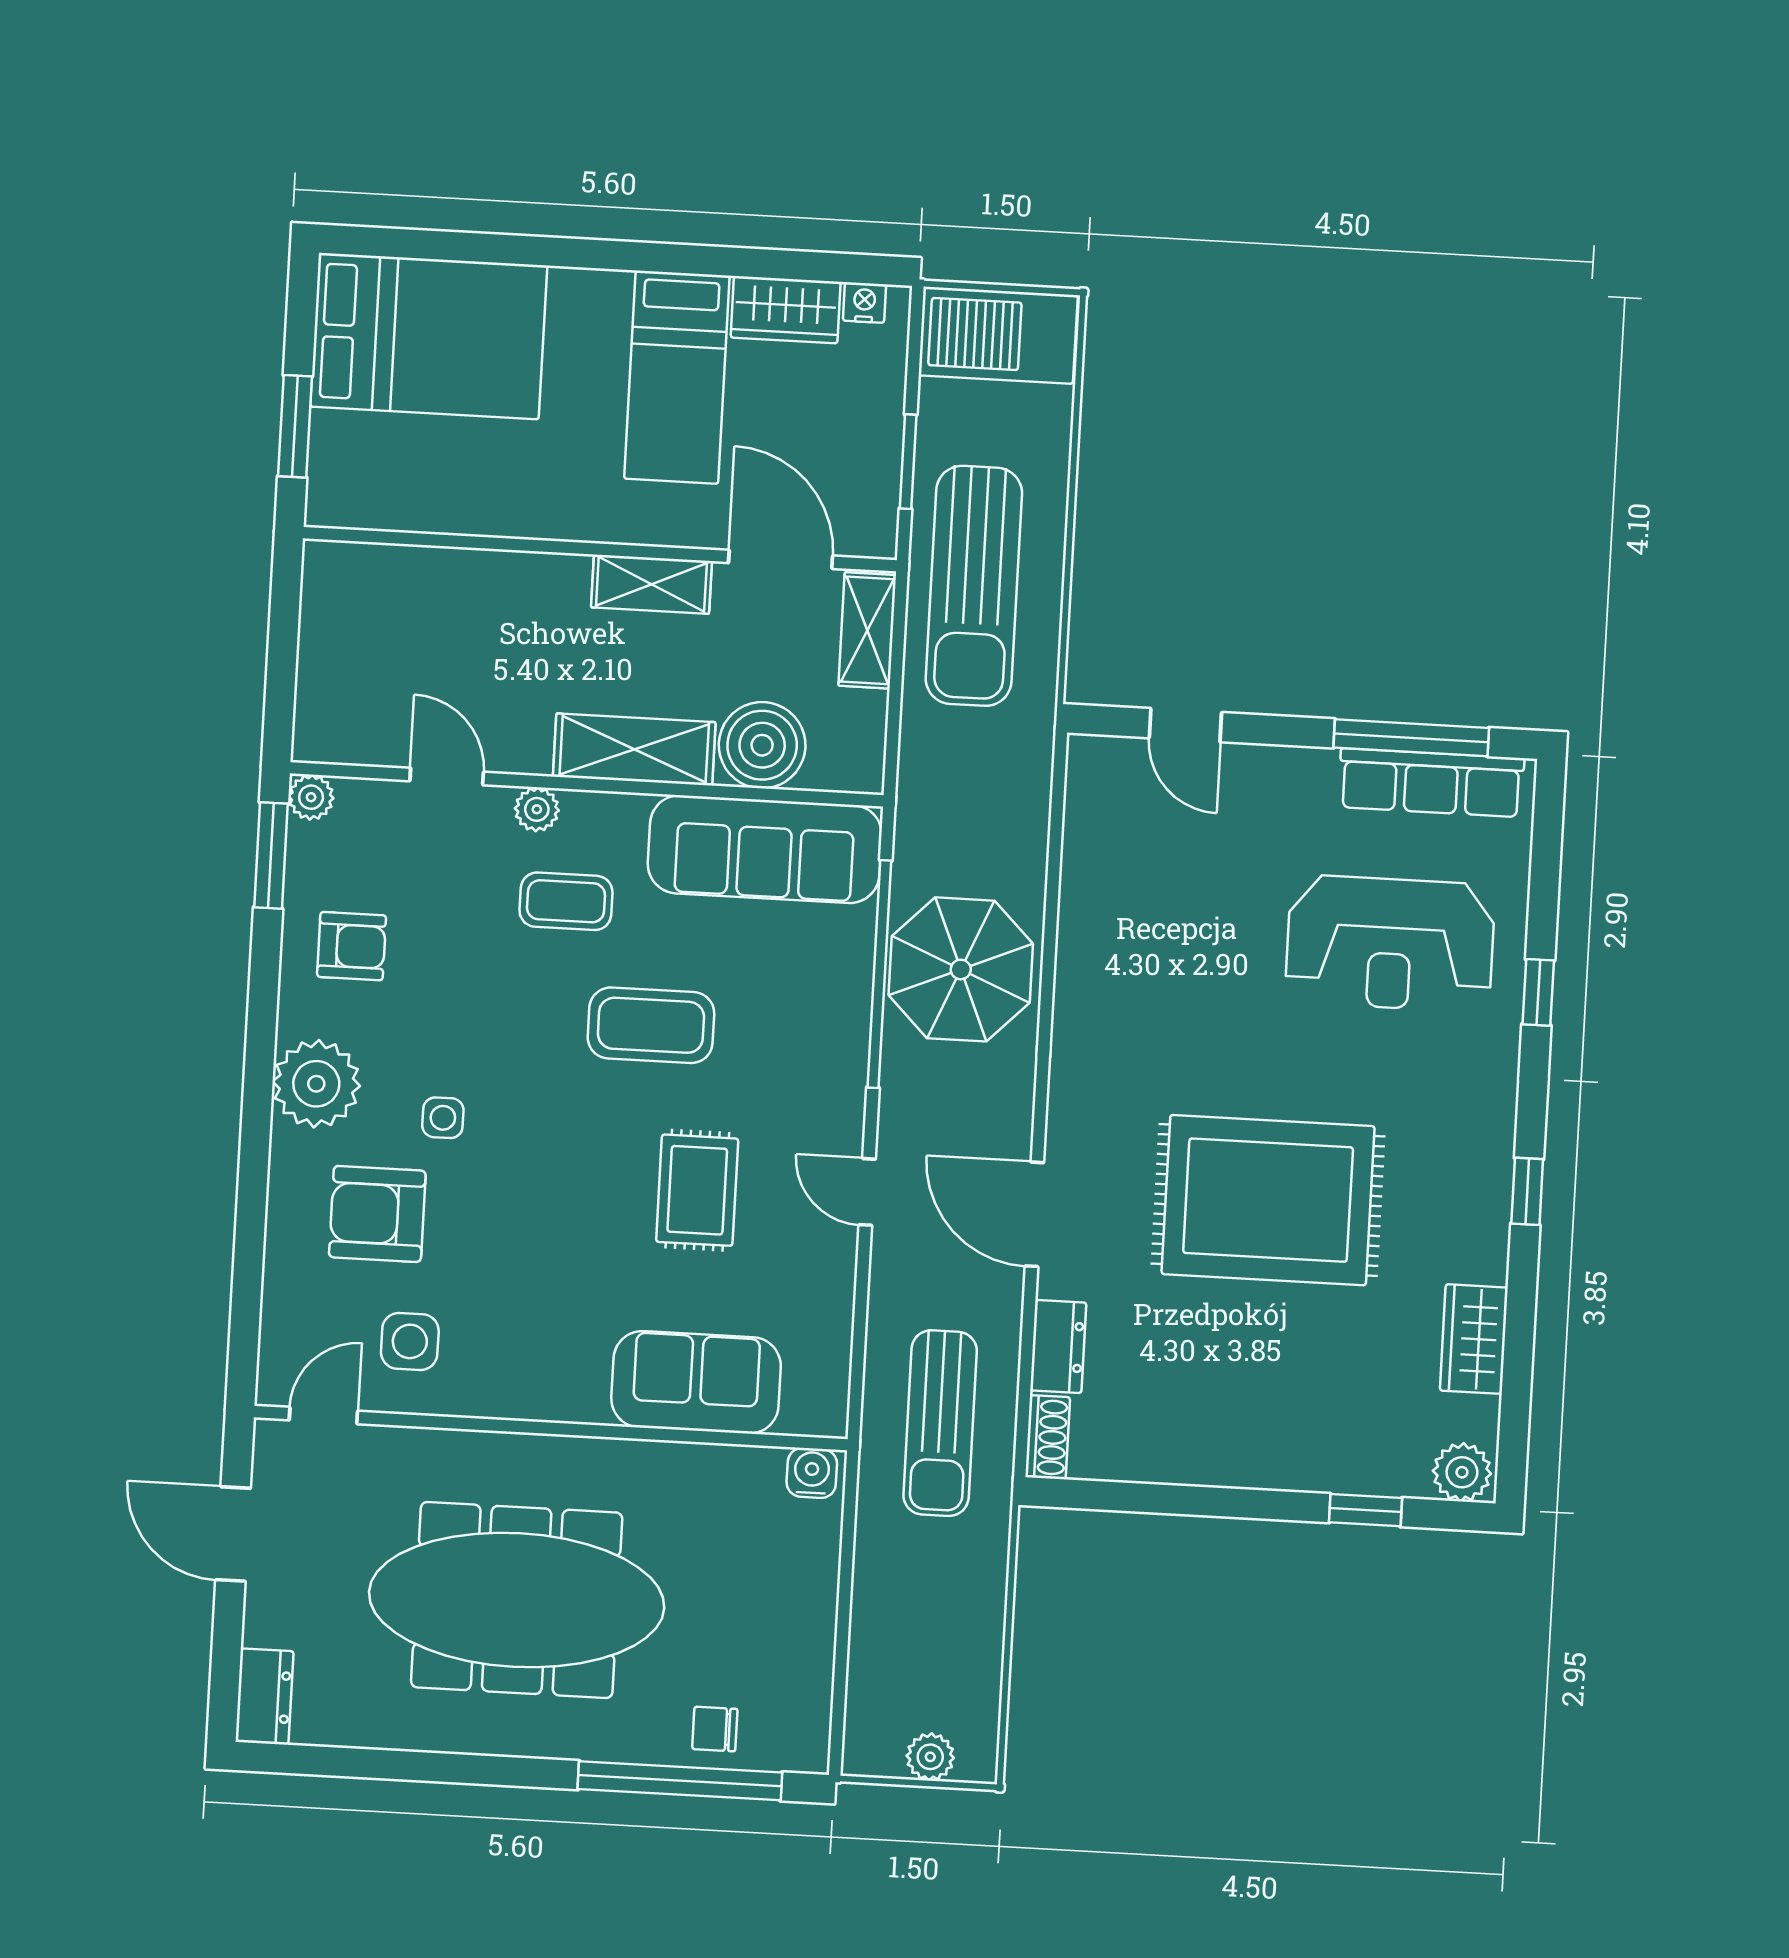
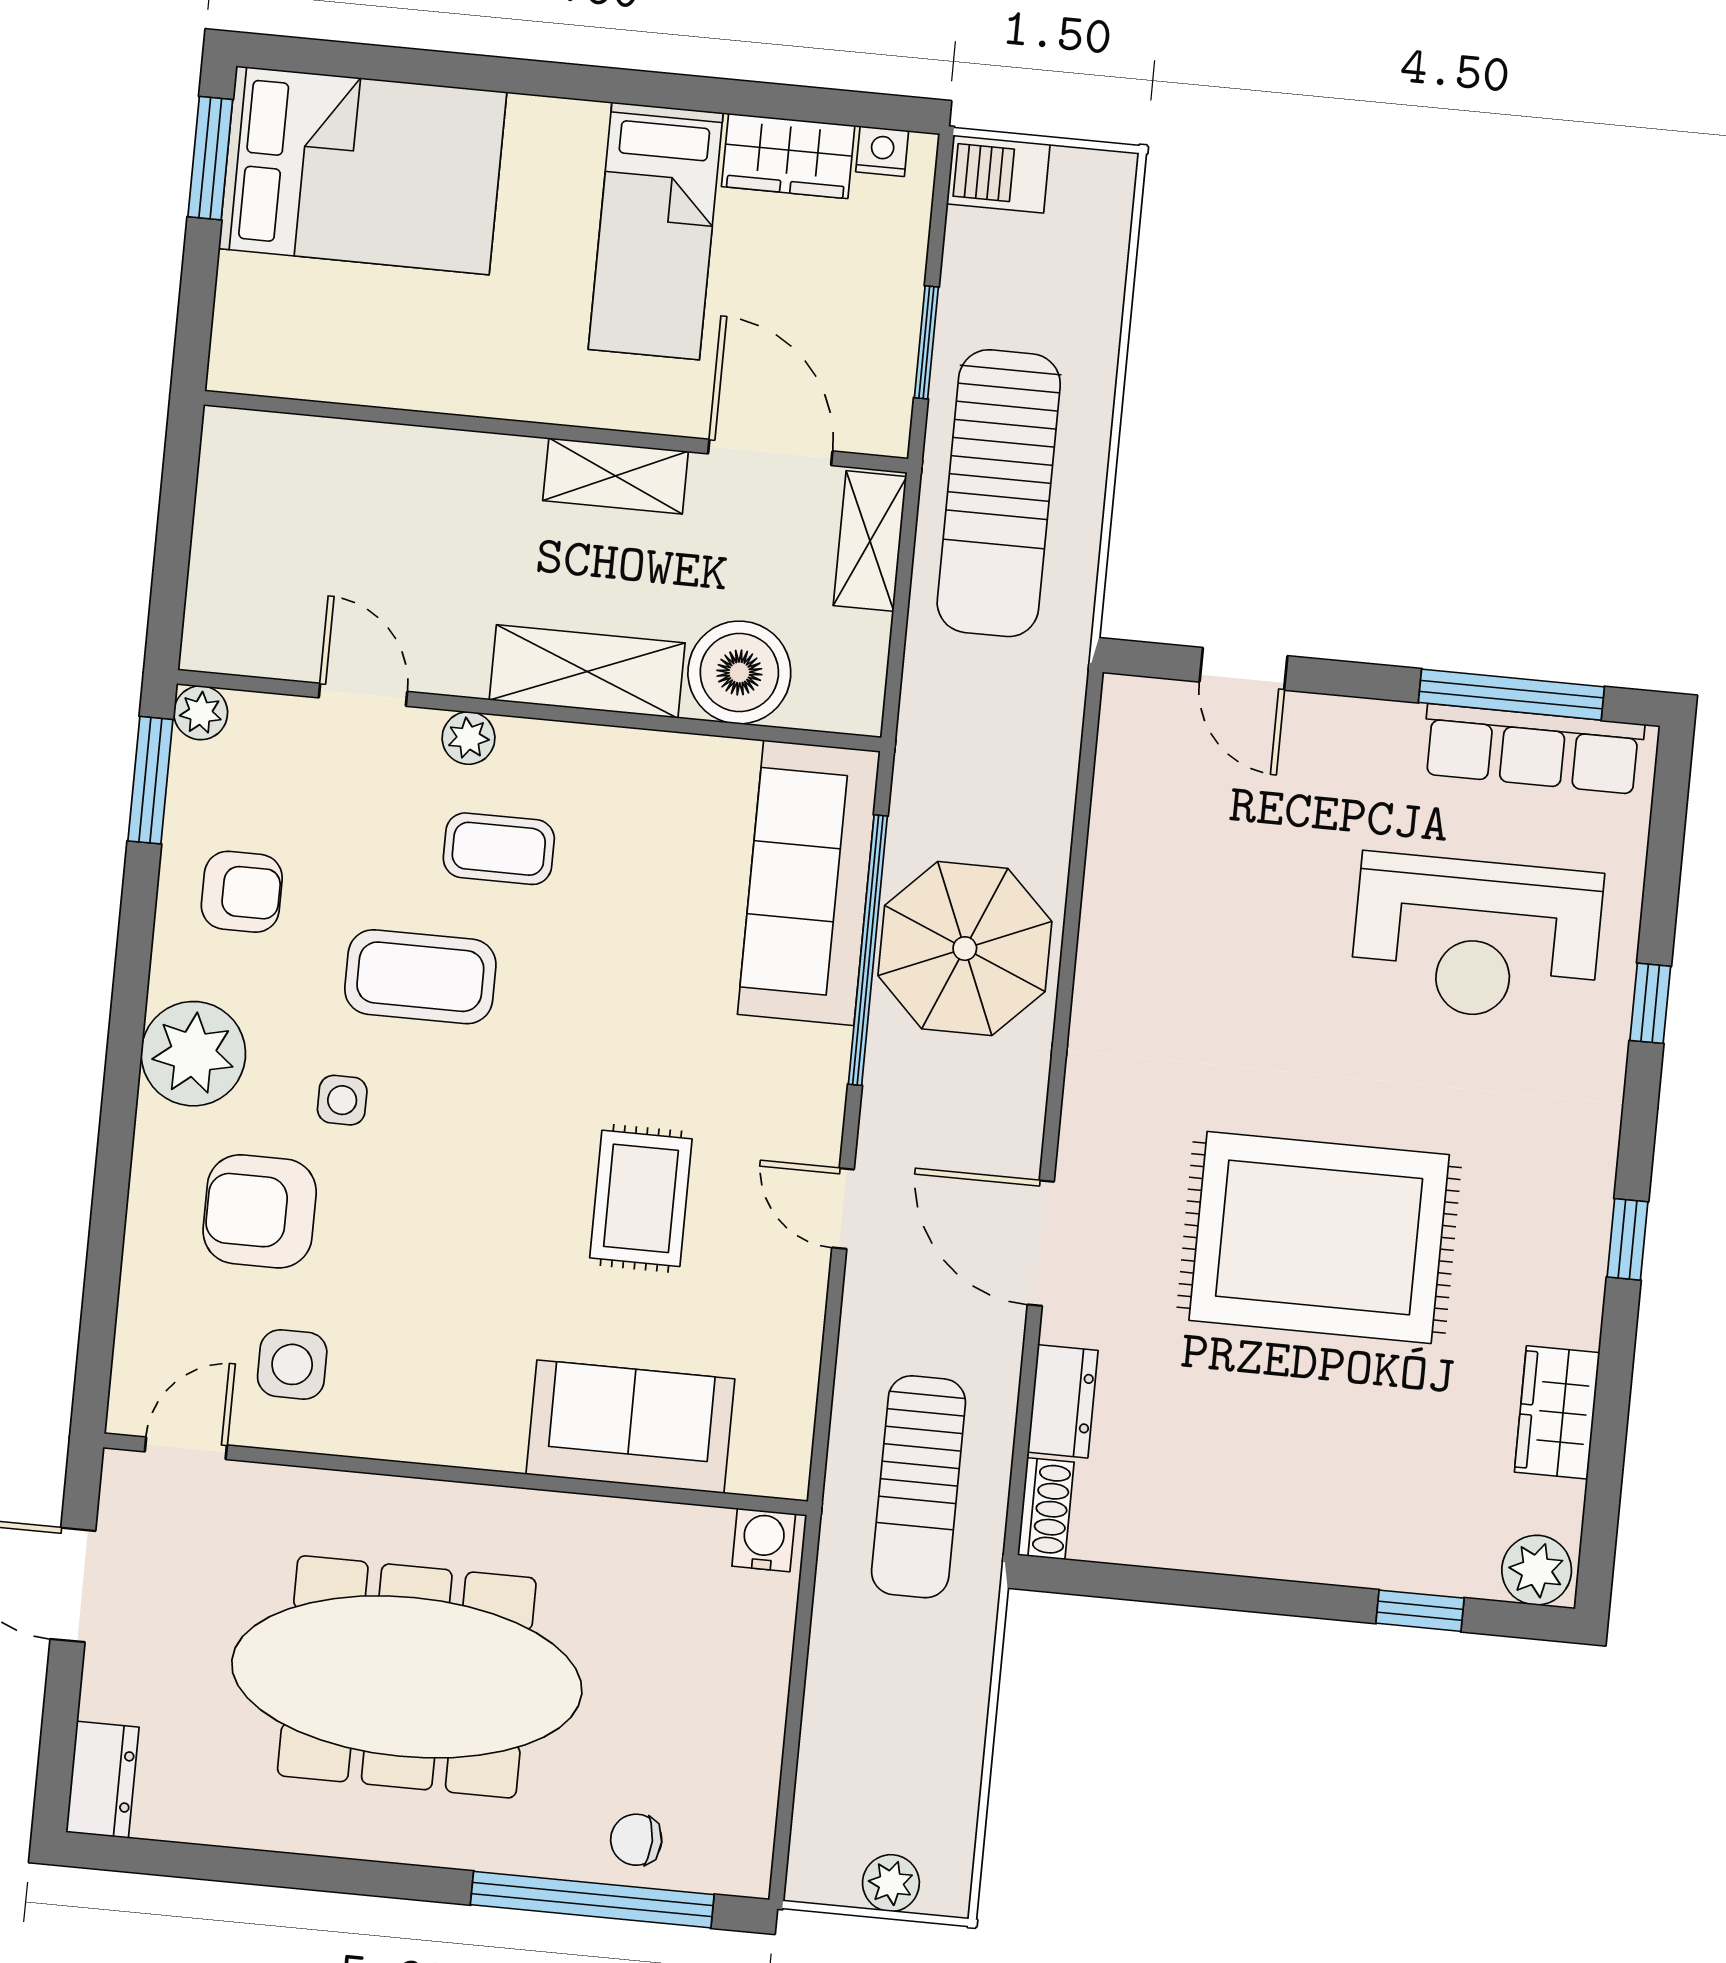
barbecue: (998, 335) -> (998, 174), width x0.53, depth x0.65
window: (295, 426) -> (210, 158), moved
sofa: (765, 849) -> (809, 883), moved, turned 90
coffee table: (651, 1025) -> (420, 977), moved

